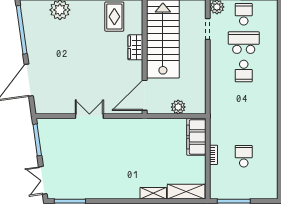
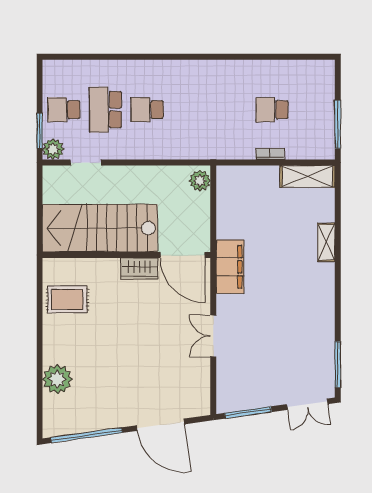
wardrobe: (135, 47) -> (139, 268), moved
school desk: (244, 71) -> (147, 110), turned 180
plant: (178, 107) -> (200, 181), moved
filing cabinet: (196, 137) -> (230, 267), moved, turned -90
shelving: (186, 192) -> (307, 176), moved, turned 90

